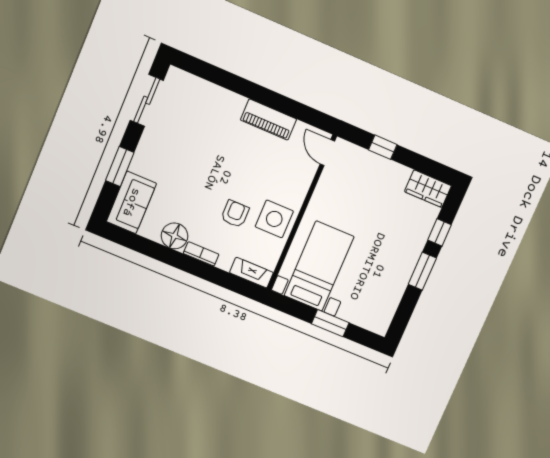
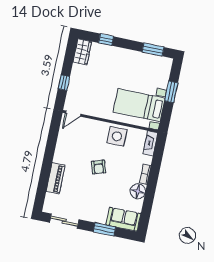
piano: (269, 120) -> (56, 178), moved
armchair: (235, 214) -> (99, 167), moved, turned -108
window: (422, 271) -> (153, 49), moved

